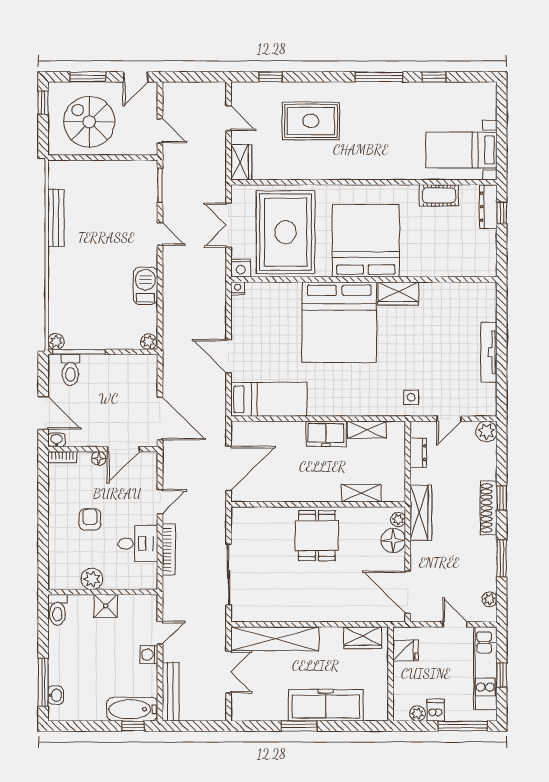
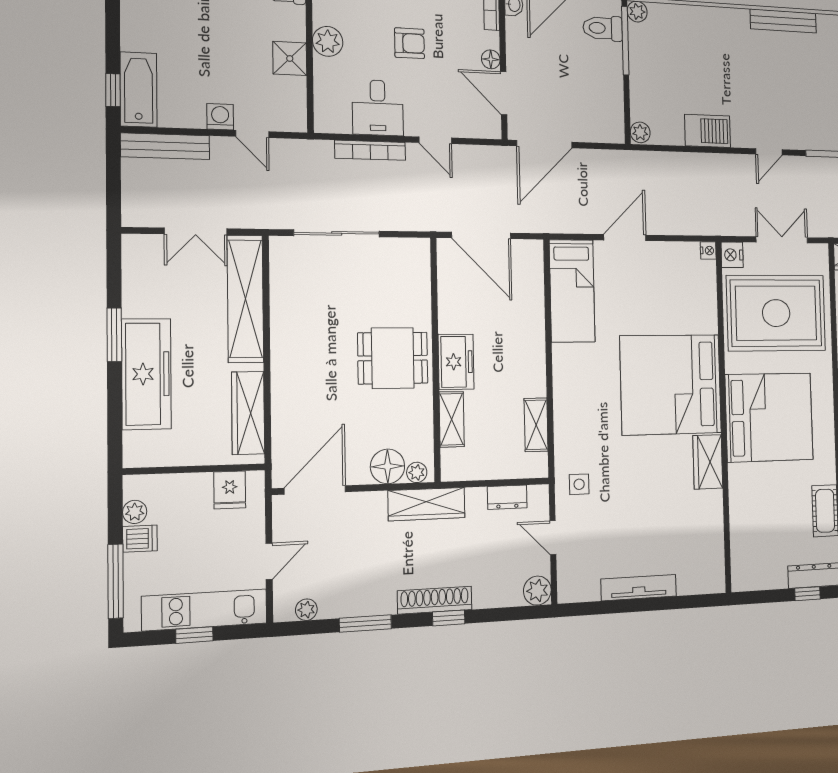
freezer: (326, 434) -> (456, 362), moved, turned 180
wardrobe: (363, 638) -> (248, 413), width x1.50

